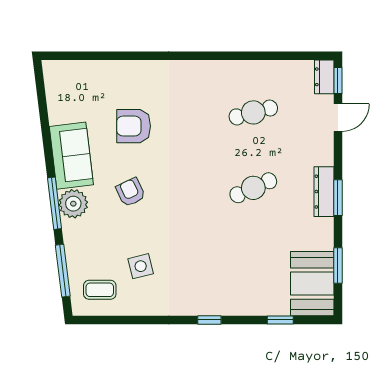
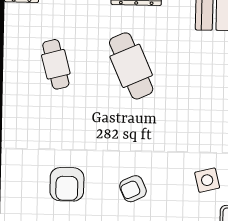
cafe table: (253, 188) -> (131, 66), width x1.37, depth x1.35

